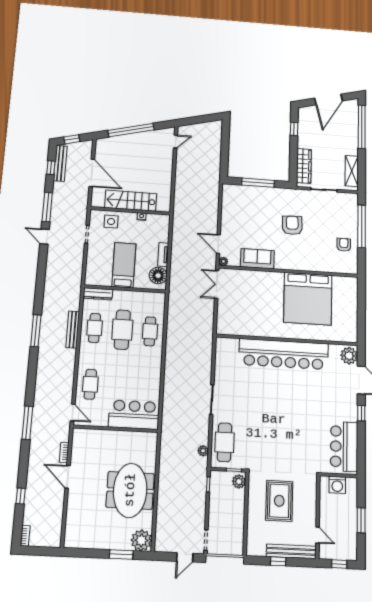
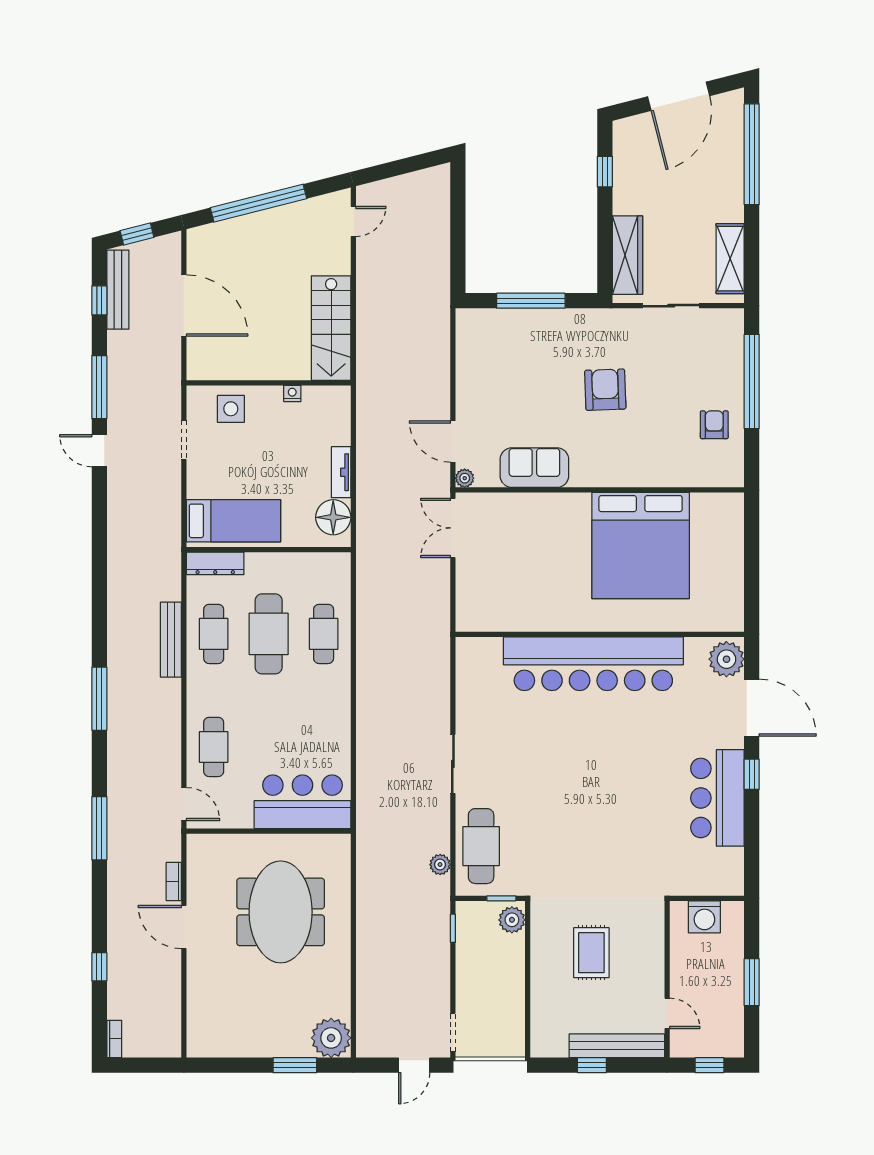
stairs: (131, 201) -> (331, 328), moved, turned -90
bed: (124, 265) -> (233, 521), moved, turned 90
window: (36, 331) -> (99, 699), moved
bar counter: (344, 446) -> (717, 798), moved
meeting table: (130, 490) -> (281, 912), moved
rug: (279, 501) -> (591, 953), width x0.73, depth x0.70

